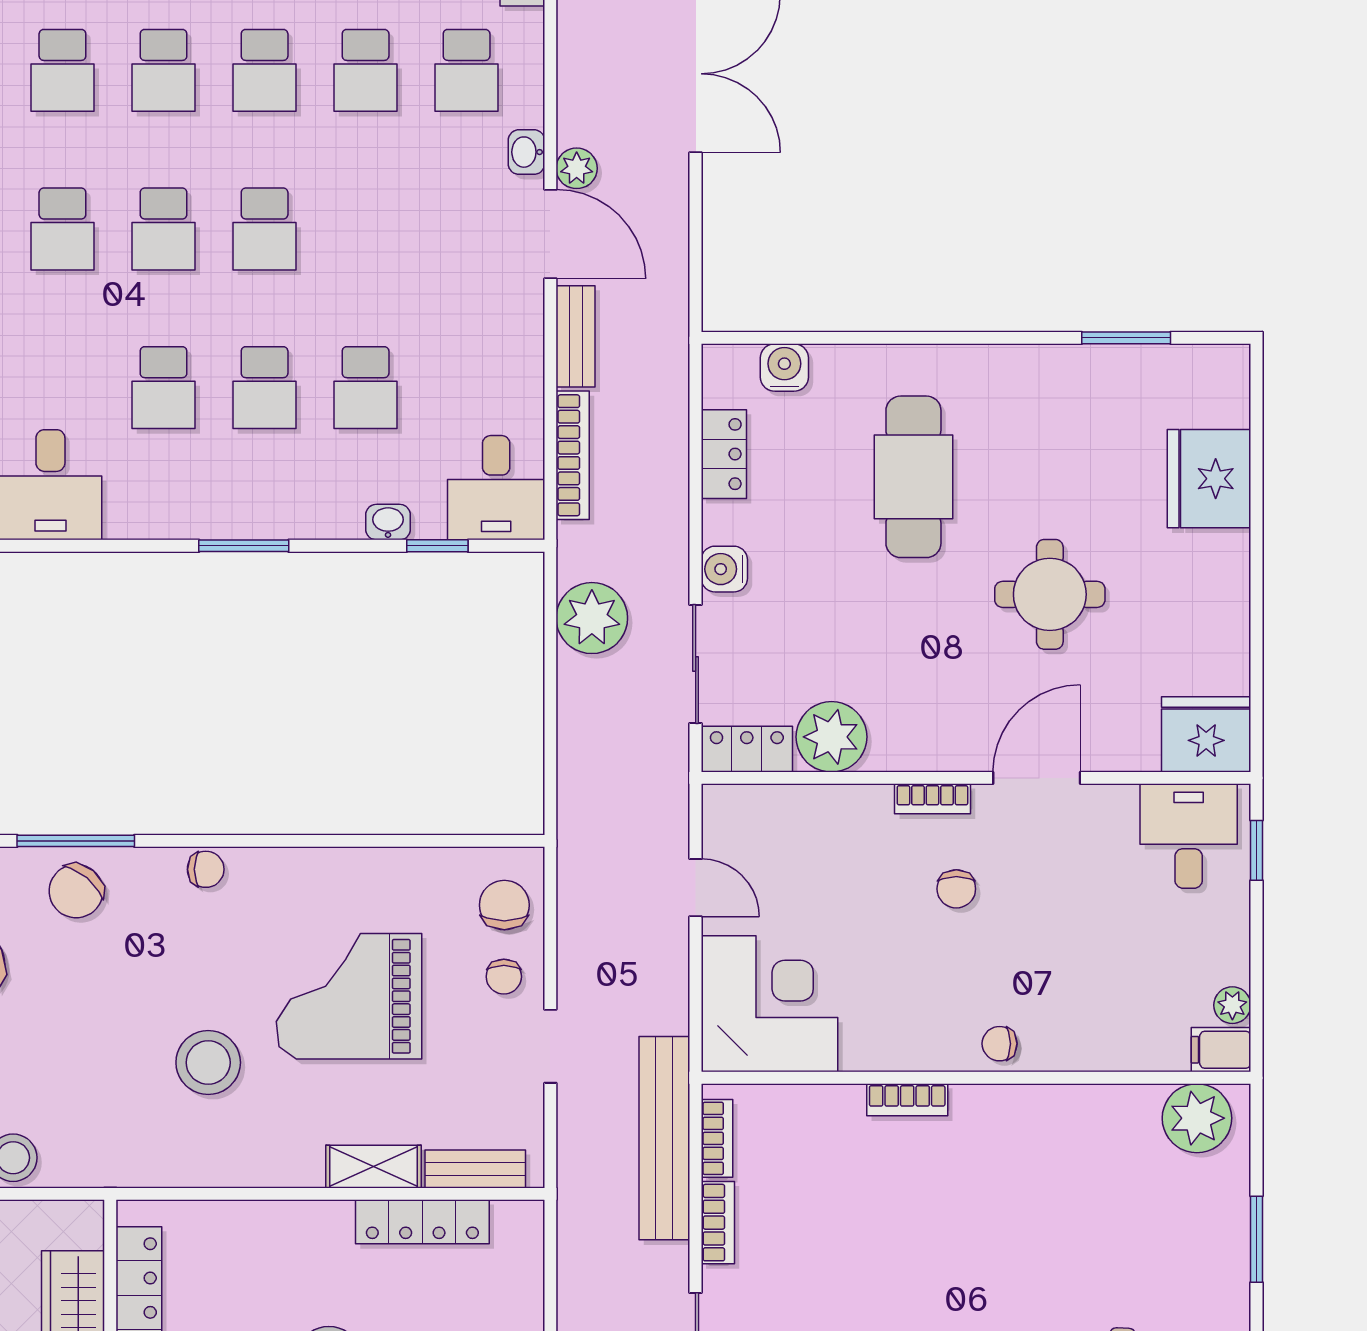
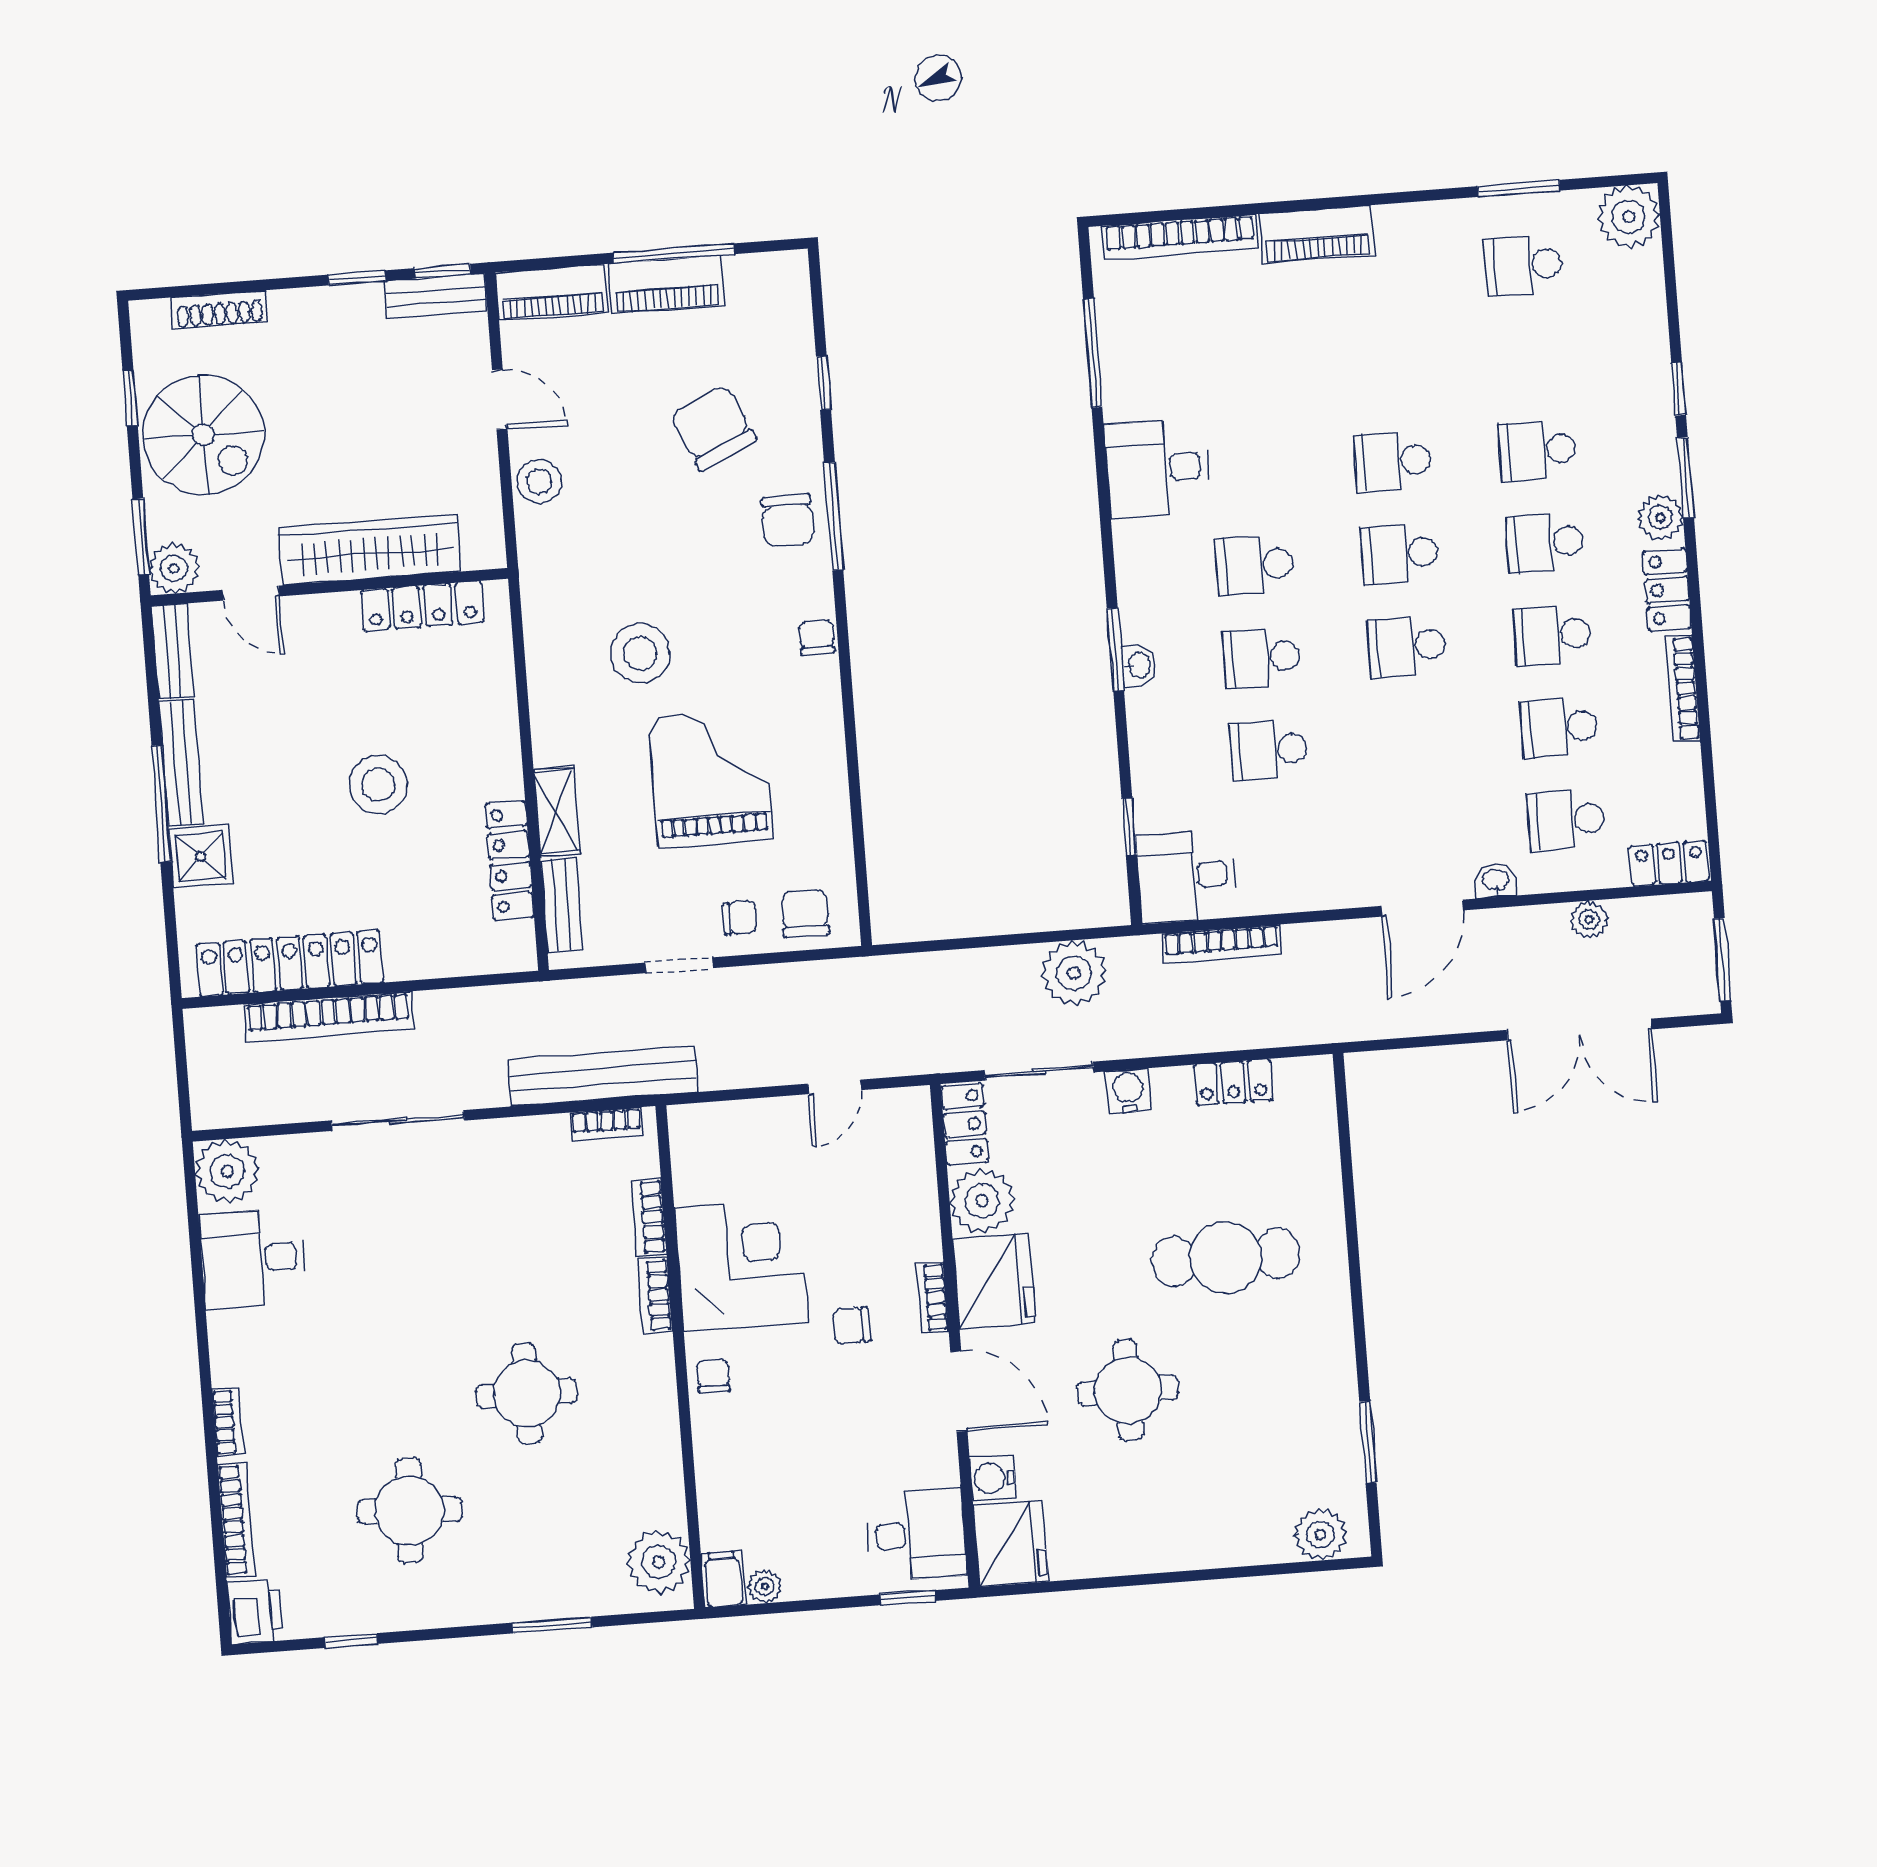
plant: (577, 168) -> (1589, 919), moved
bench: (576, 336) -> (1331, 938), removed
water cooler: (784, 368) -> (993, 1478), moved, turned 180
plant: (1222, 397) -> (1320, 1535), added
fridge: (1209, 479) -> (994, 1281), moved, turned 90
washbasin: (388, 522) -> (1139, 665), moved
chair: (206, 869) -> (817, 637), turned 180
chair: (76, 891) -> (788, 520), turned -130
chair: (504, 905) -> (805, 913), turned -90
chair: (504, 977) -> (740, 918), turned 180
corner desk: (770, 1004) -> (741, 1265), moved, turned -90
bookcase: (718, 1223) -> (649, 1217), moved, turned 90
round table: (1003, 1248) -> (527, 1394), added

